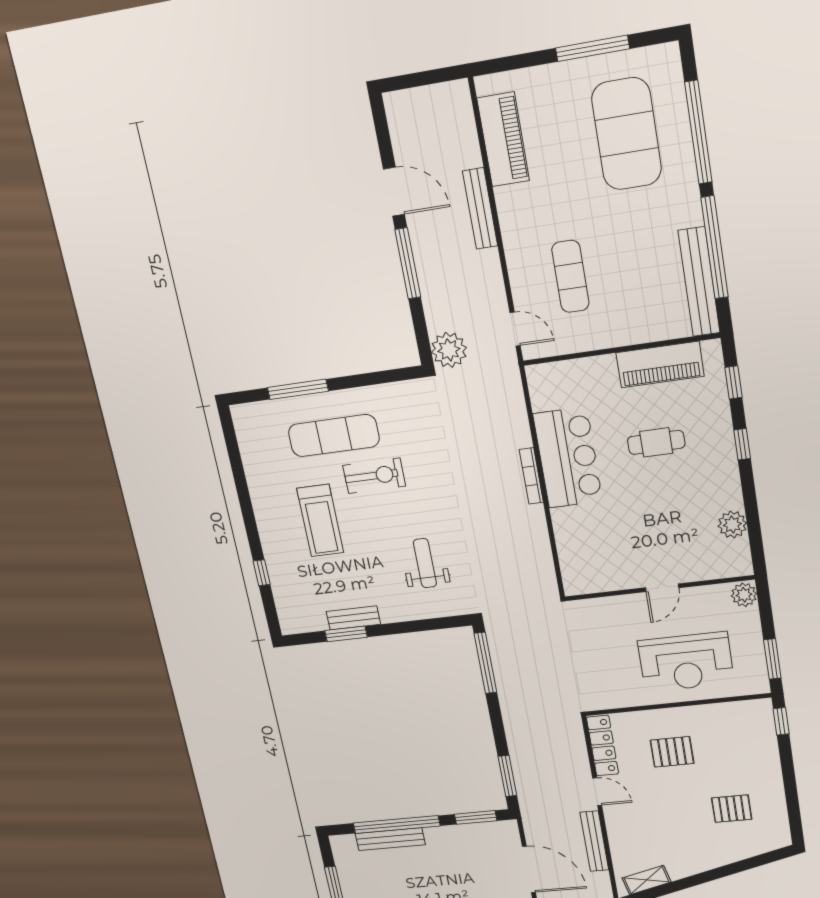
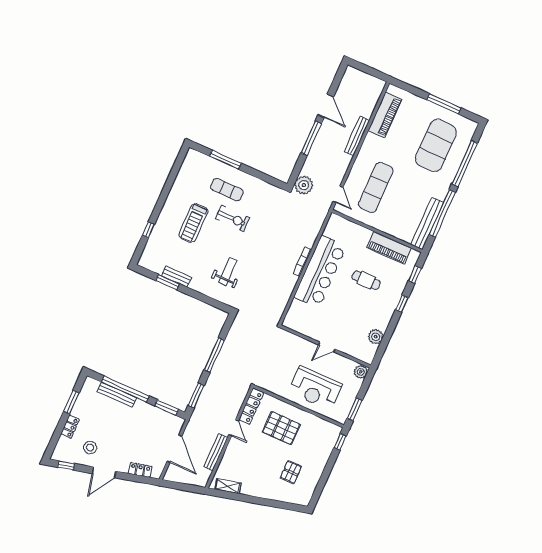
exercise mat: (570, 276) -> (376, 187), width x1.36, depth x1.45
exercise mat: (334, 436) -> (227, 190), width x0.73, depth x0.69
bar counter: (568, 458) -> (320, 272), width x1.36
window: (485, 663) -> (214, 355), moved
pallet: (672, 752) -> (281, 428), width x1.50, depth x1.42
pallet: (732, 809) -> (291, 472), turned 90

